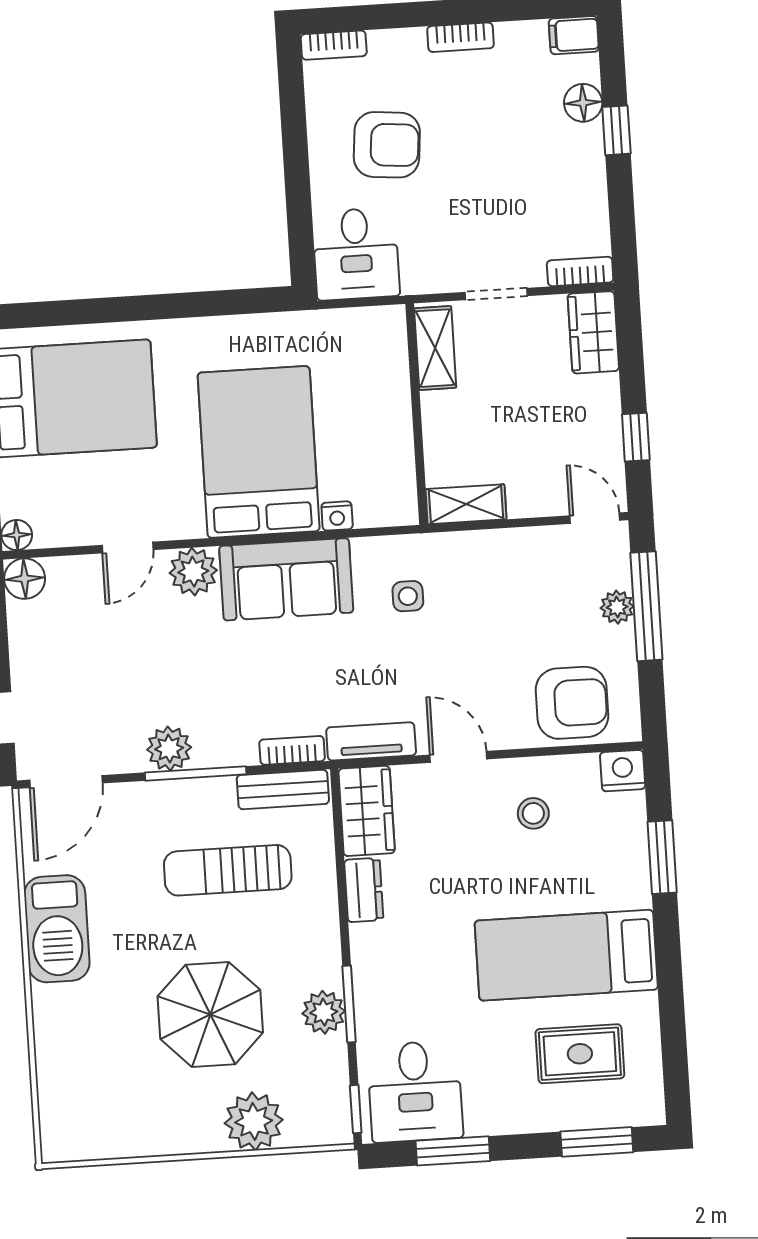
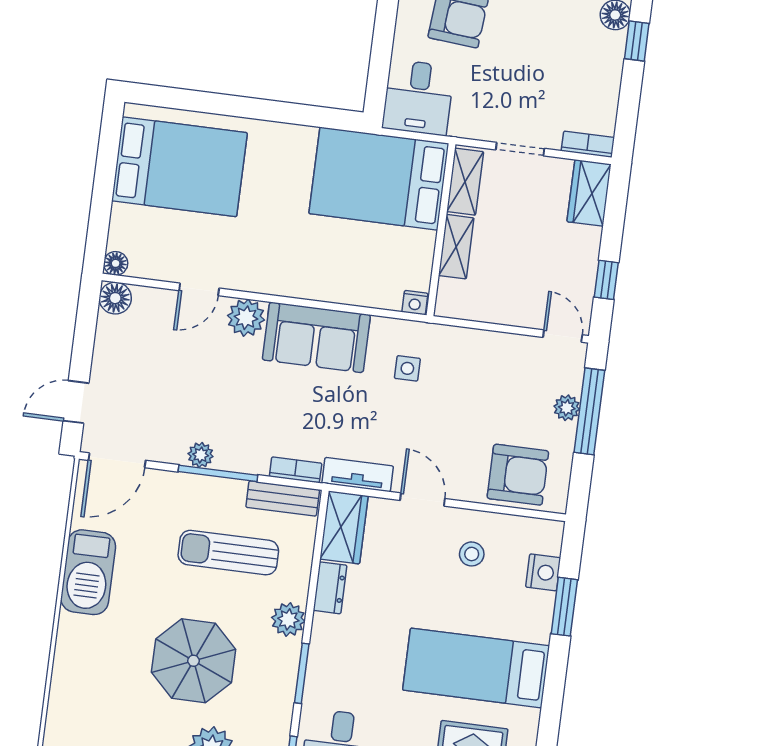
bed: (259, 452) -> (379, 179), moved, turned -90
shelving: (466, 504) -> (456, 247), moved, turned 90
nightstand: (337, 516) -> (415, 303), moved
plant: (169, 749) -> (201, 455), width x0.73, depth x0.73
nightstand: (623, 771) -> (543, 572), moved, turned 90
plant: (324, 1012) -> (288, 619), moved

